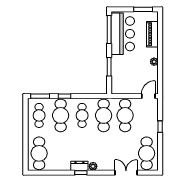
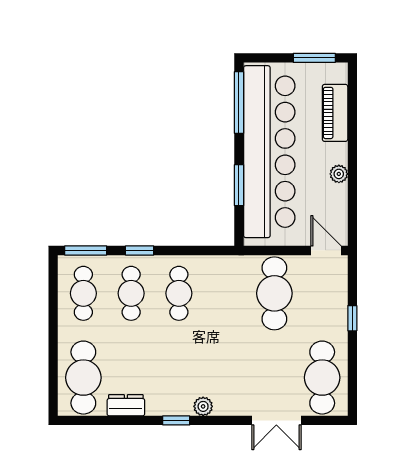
bar counter: (123, 34) -> (269, 152), width x1.86
door: (148, 96) -> (326, 250), hinge flipped
cafe table: (61, 115) -> (131, 293), width x0.73, depth x0.74
cafe table: (104, 115) -> (227, 293), removed
dresser: (79, 166) -> (126, 405), moved
double door: (126, 173) -> (276, 420), swing flipped

